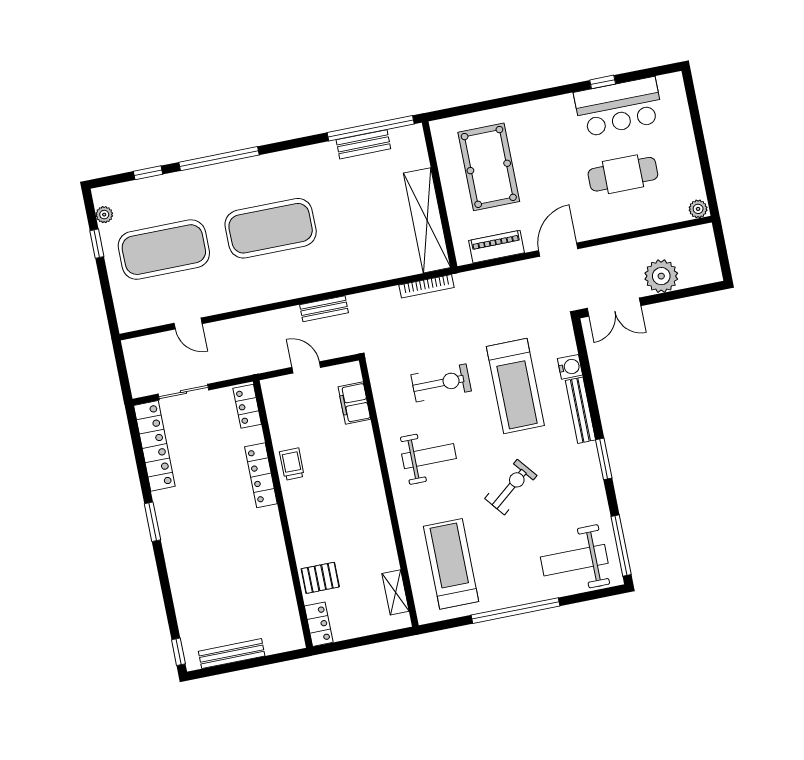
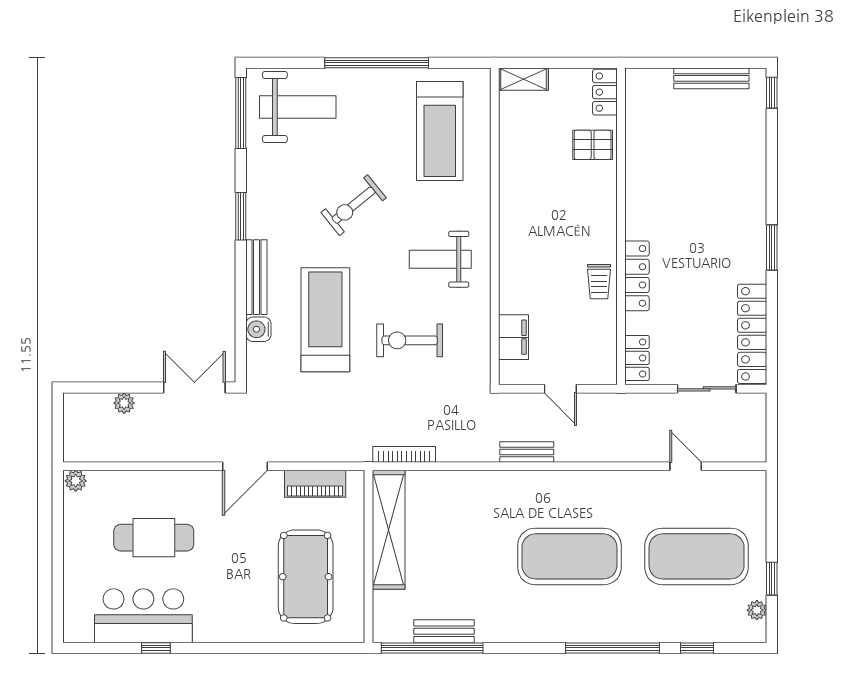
plant: (661, 276) -> (124, 403), width x0.53, depth x0.53
shelving: (395, 592) -> (523, 79), moved, turned 90

